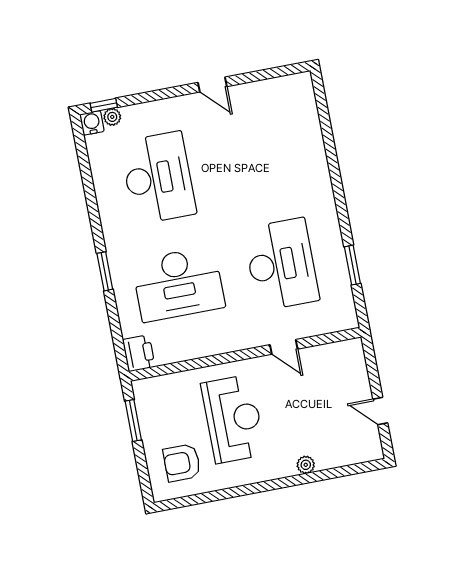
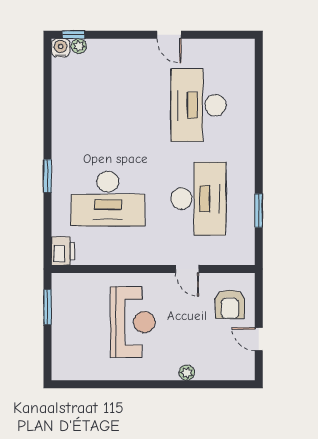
desk: (158, 178) -> (198, 105), moved, turned 180
armchair: (182, 463) -> (230, 304), moved, turned -90

